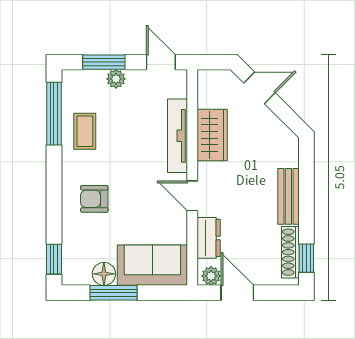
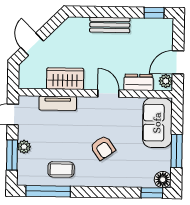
tv unit: (178, 136) -> (58, 103), width x0.71
door: (192, 196) -> (108, 93), swing flipped
armchair: (94, 199) -> (103, 148), moved, turned -35
shoe rack: (290, 252) -> (150, 24), removed
floor lamp: (104, 274) -> (163, 180), moved

